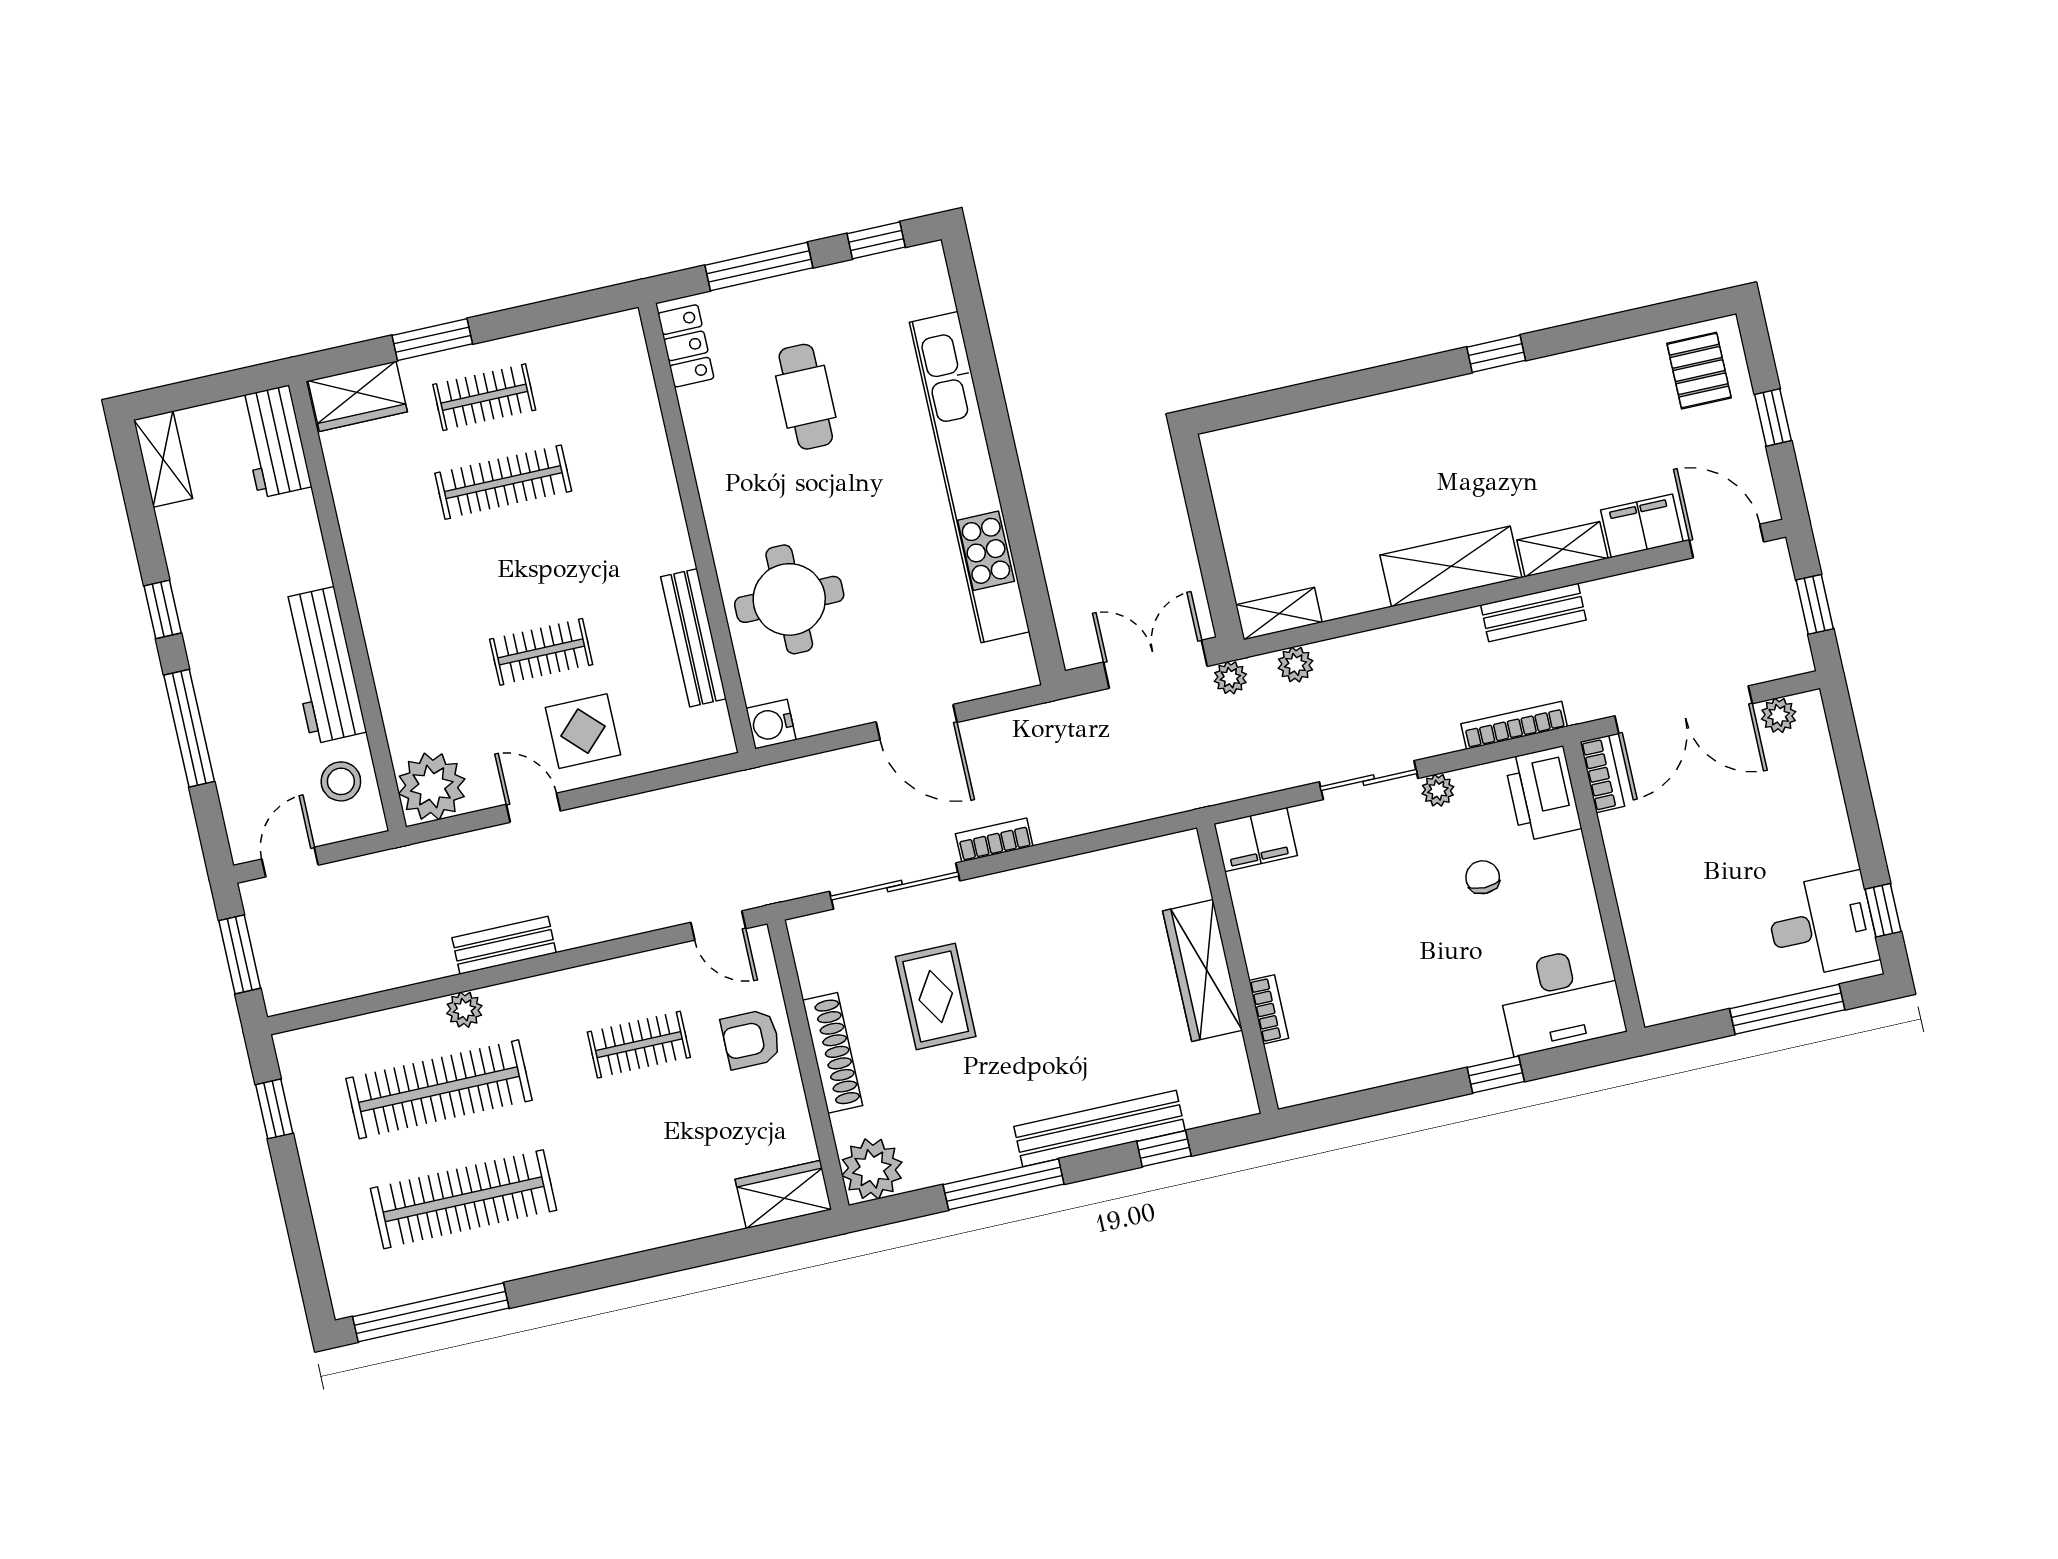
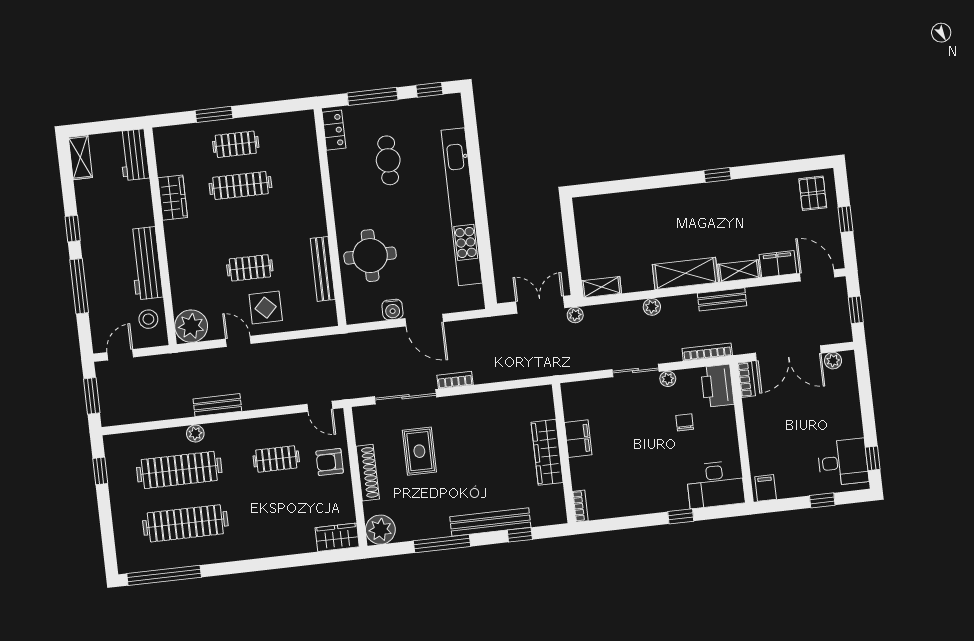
wardrobe: (358, 396) -> (173, 198), moved, turned -90
plant: (1296, 664) -> (652, 307), moved
water cooler: (771, 724) -> (392, 310), moved, turned -90
filing cabinet: (1256, 840) -> (578, 439), moved, turned -90
filing cabinet: (1666, 996) -> (766, 488), added
bookcase: (1269, 1009) -> (580, 506), moved
window: (1787, 1009) -> (822, 500), width x0.46

